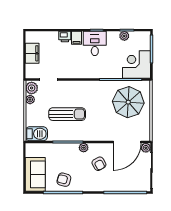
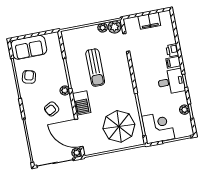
barbecue: (36, 134) -> (82, 103), moved

